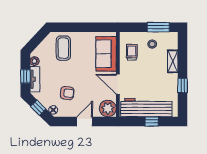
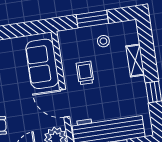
window: (158, 27) -> (92, 19), moved
trolley: (132, 52) -> (85, 73), moved

